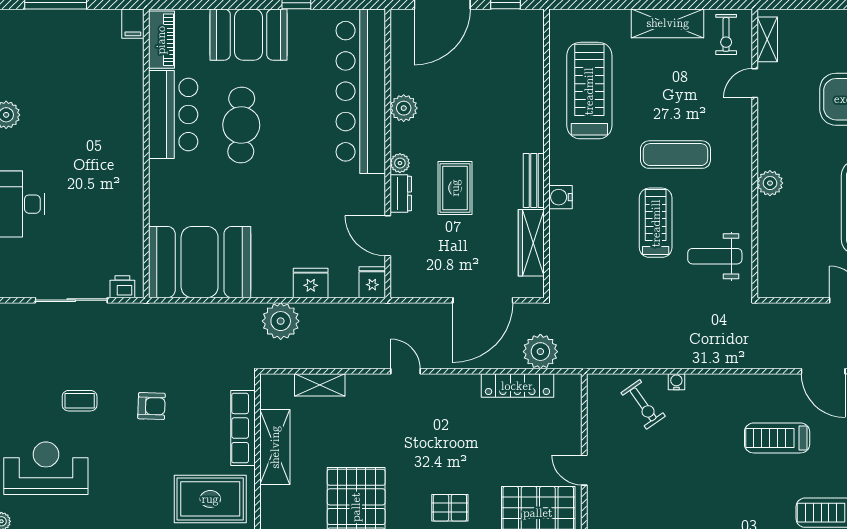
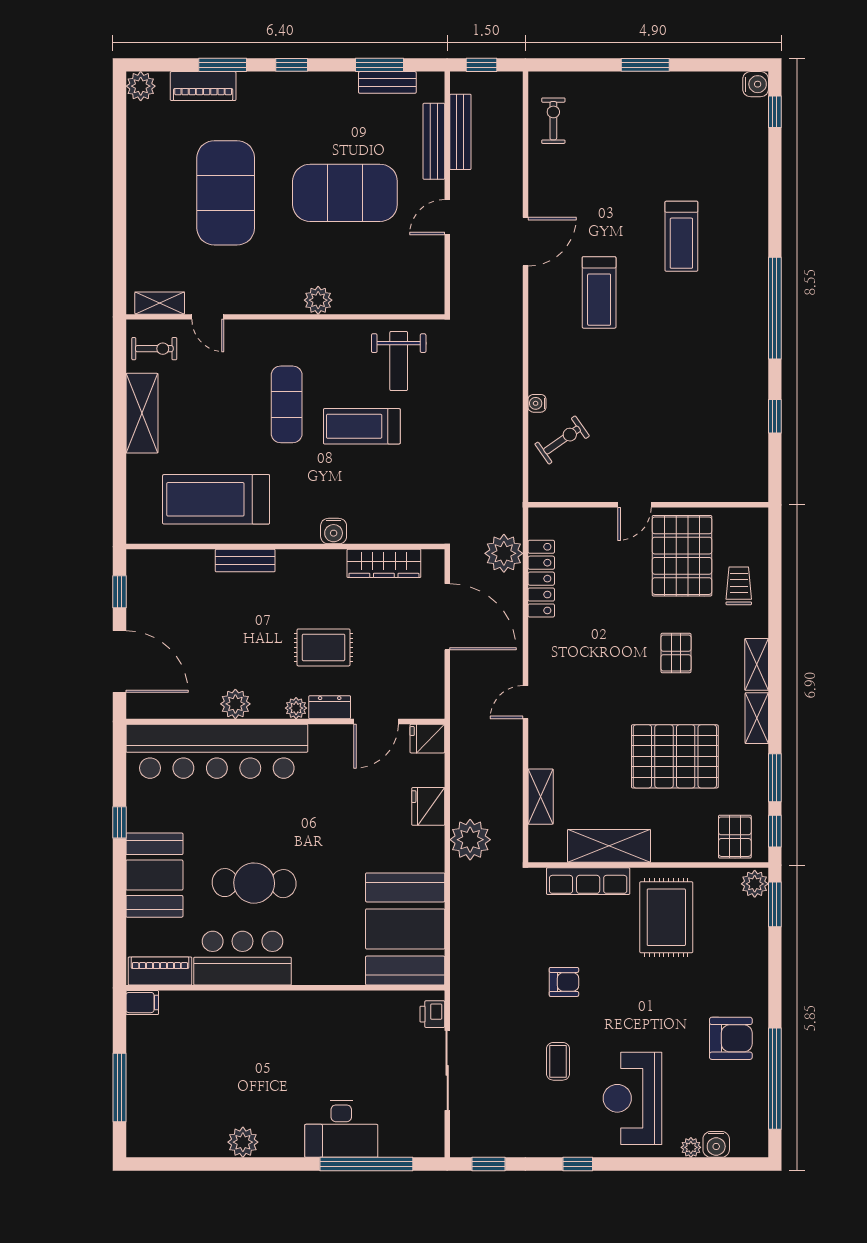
bench: (534, 180) -> (245, 561), moved
armchair: (152, 406) -> (564, 982), turned 88

